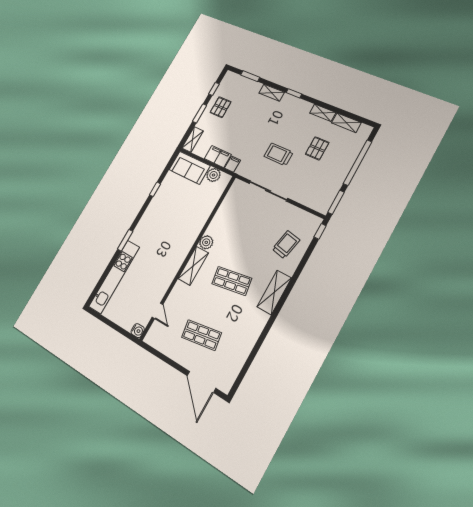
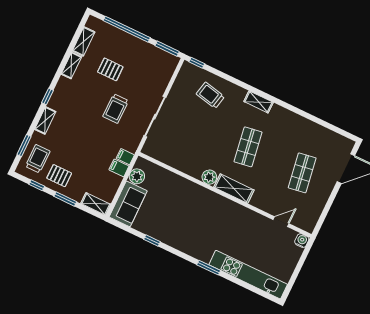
trolley: (237, 88) -> (38, 159), added
filing cabinet: (218, 157) -> (119, 168), width x0.50
shelving: (274, 292) -> (259, 102), width x0.67, depth x0.75

